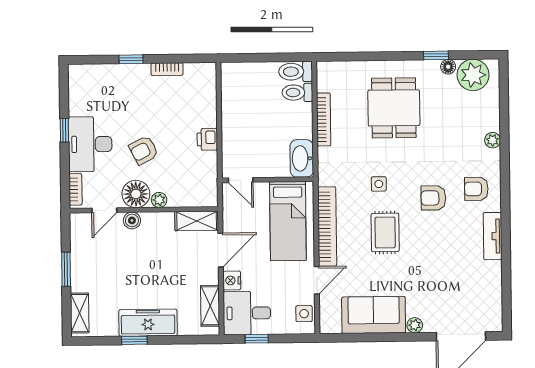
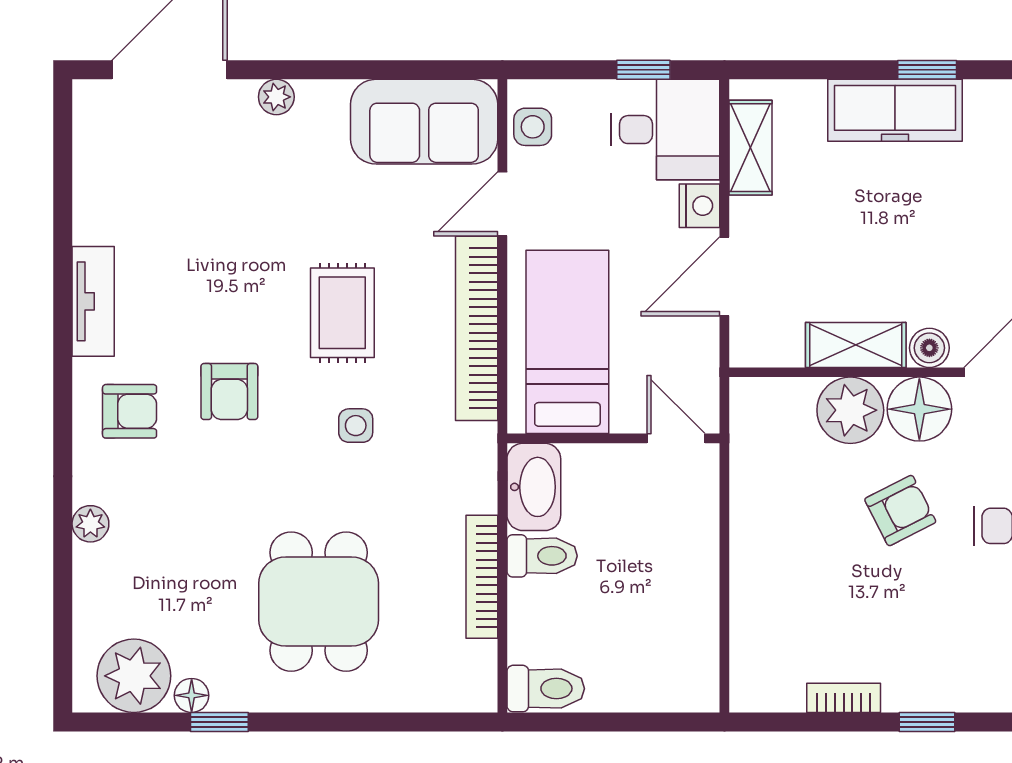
toilet: (297, 92) -> (542, 556), moved
printer: (207, 139) -> (752, 534), removed
armchair: (433, 198) -> (229, 392), turned 90
plant: (159, 200) -> (850, 410), width x1.88, depth x1.88
shelving: (197, 221) -> (856, 345), moved
sofa: (374, 315) -> (424, 122), moved

